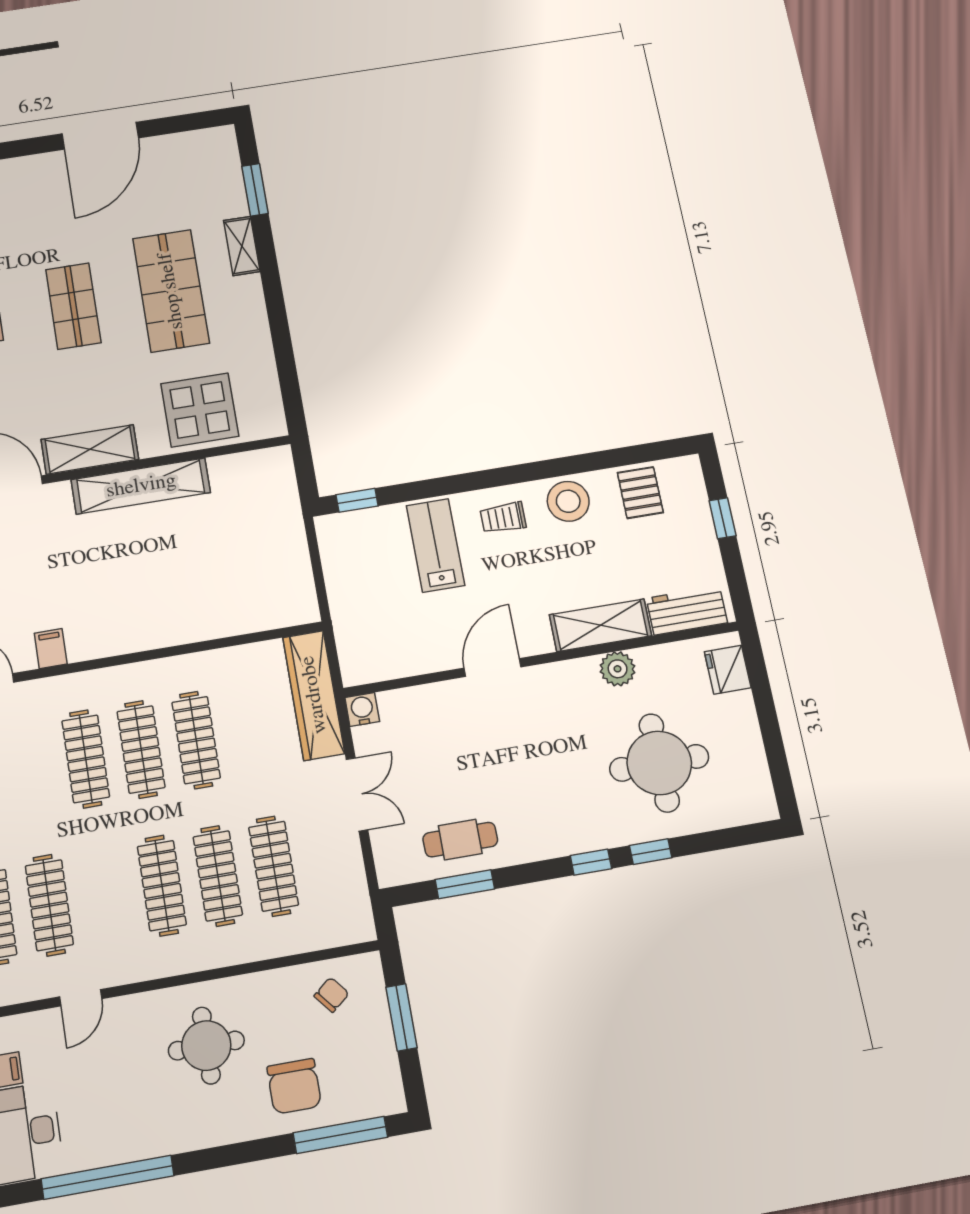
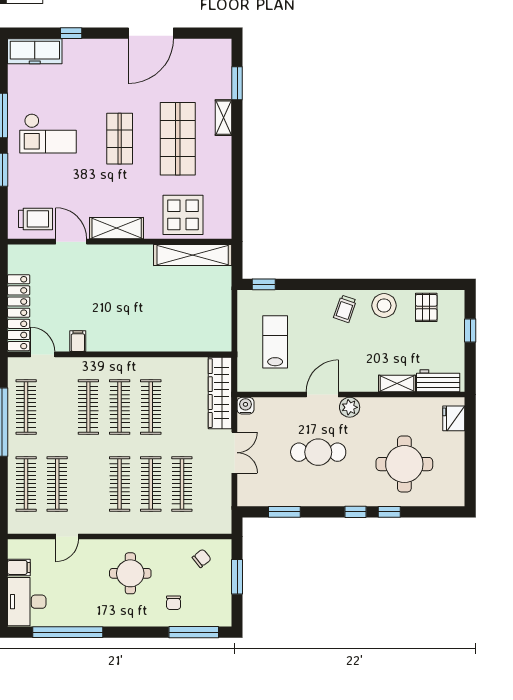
shelving: (141, 486) -> (193, 255), moved
trolley: (503, 518) -> (345, 309), turned -71
lab bench: (435, 545) -> (275, 342), moved
shelving: (601, 625) -> (397, 383), width x0.67, depth x0.75
plant: (618, 669) -> (350, 407), moved
cafe table: (460, 840) -> (318, 452), moved, width x1.37, depth x1.35
chair: (294, 1086) -> (174, 603), width x0.54, depth x0.54

